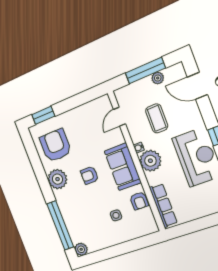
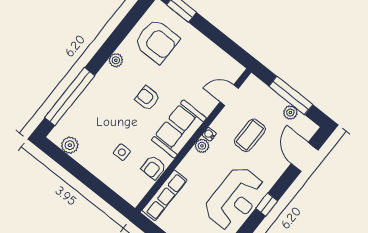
armchair: (55, 145) -> (157, 41), turned 90
plant: (150, 161) -> (202, 146), width x0.53, depth x0.53
plant: (57, 179) -> (116, 60), width x0.53, depth x0.53
plant: (81, 249) -> (70, 145), moved

